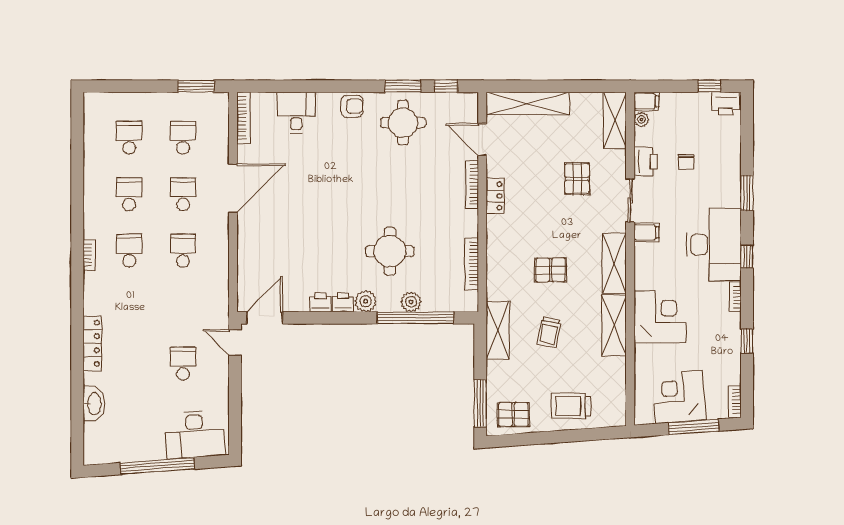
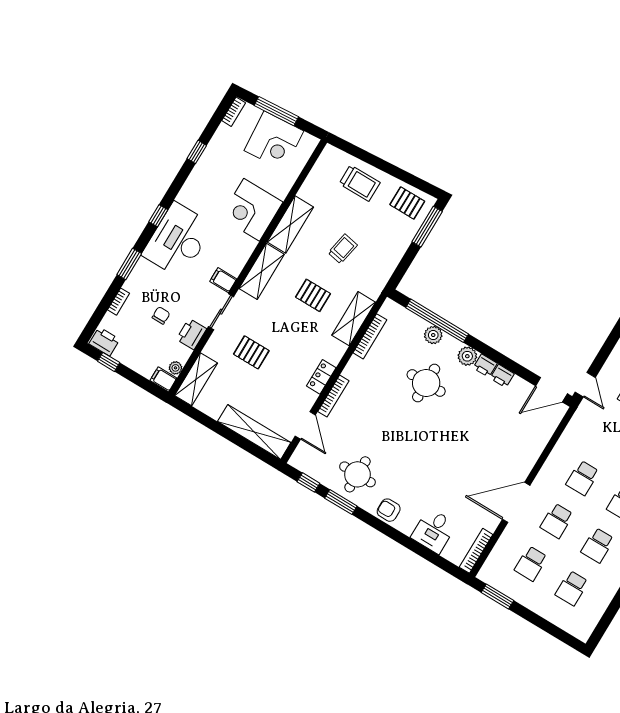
pallet: (577, 179) -> (251, 352), turned 90
bookcase: (735, 297) -> (119, 302), moved
shelving: (498, 330) -> (354, 319), moved

